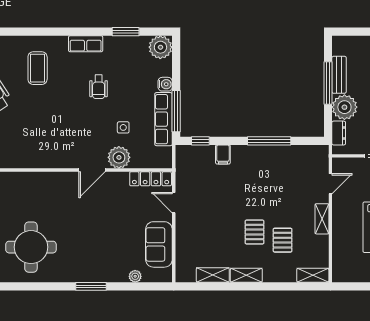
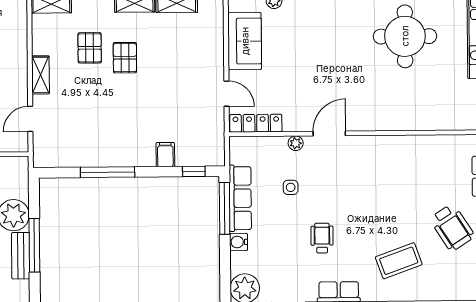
coffee table: (38, 68) -> (399, 261), turned 70
dresser: (339, 133) -> (20, 183), removed
plant: (119, 157) -> (296, 143), width x0.53, depth x0.53

